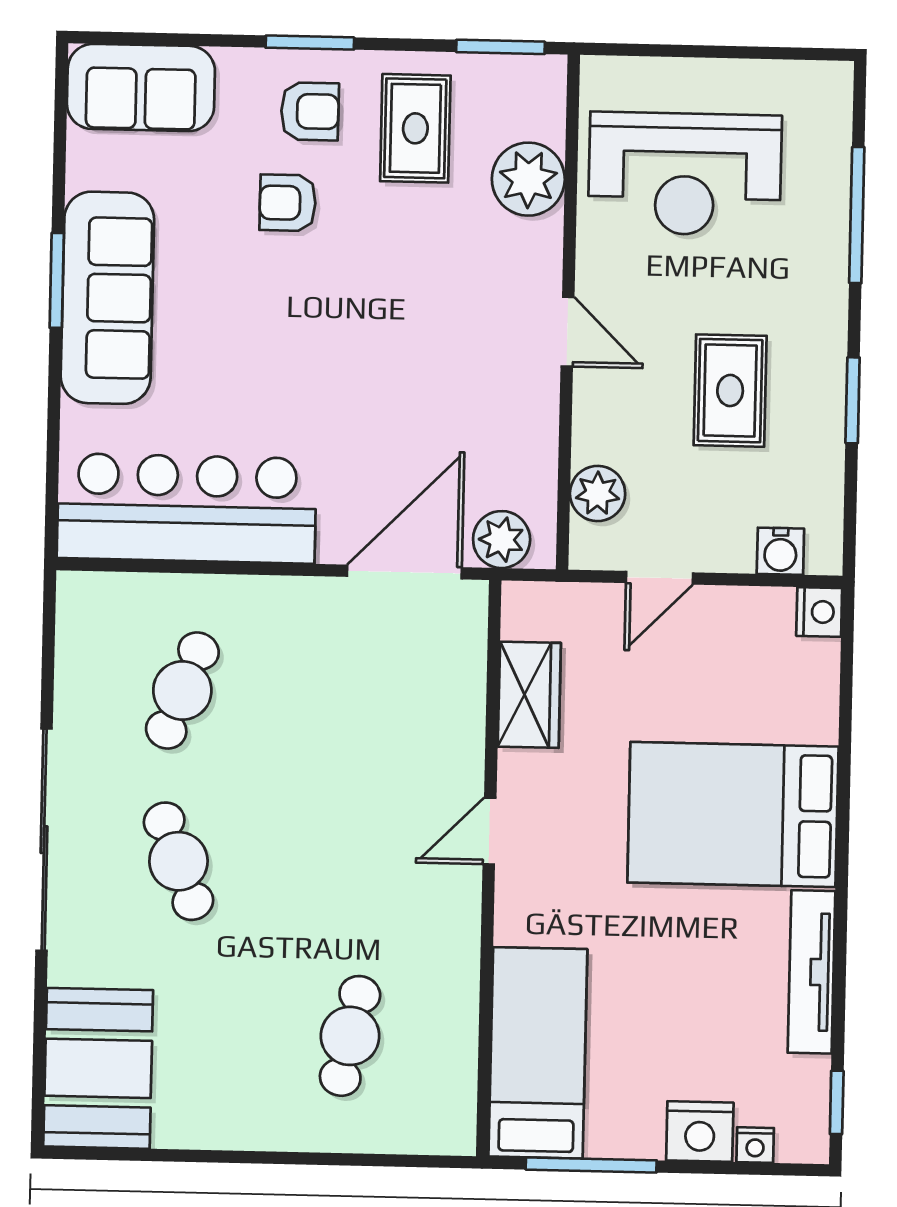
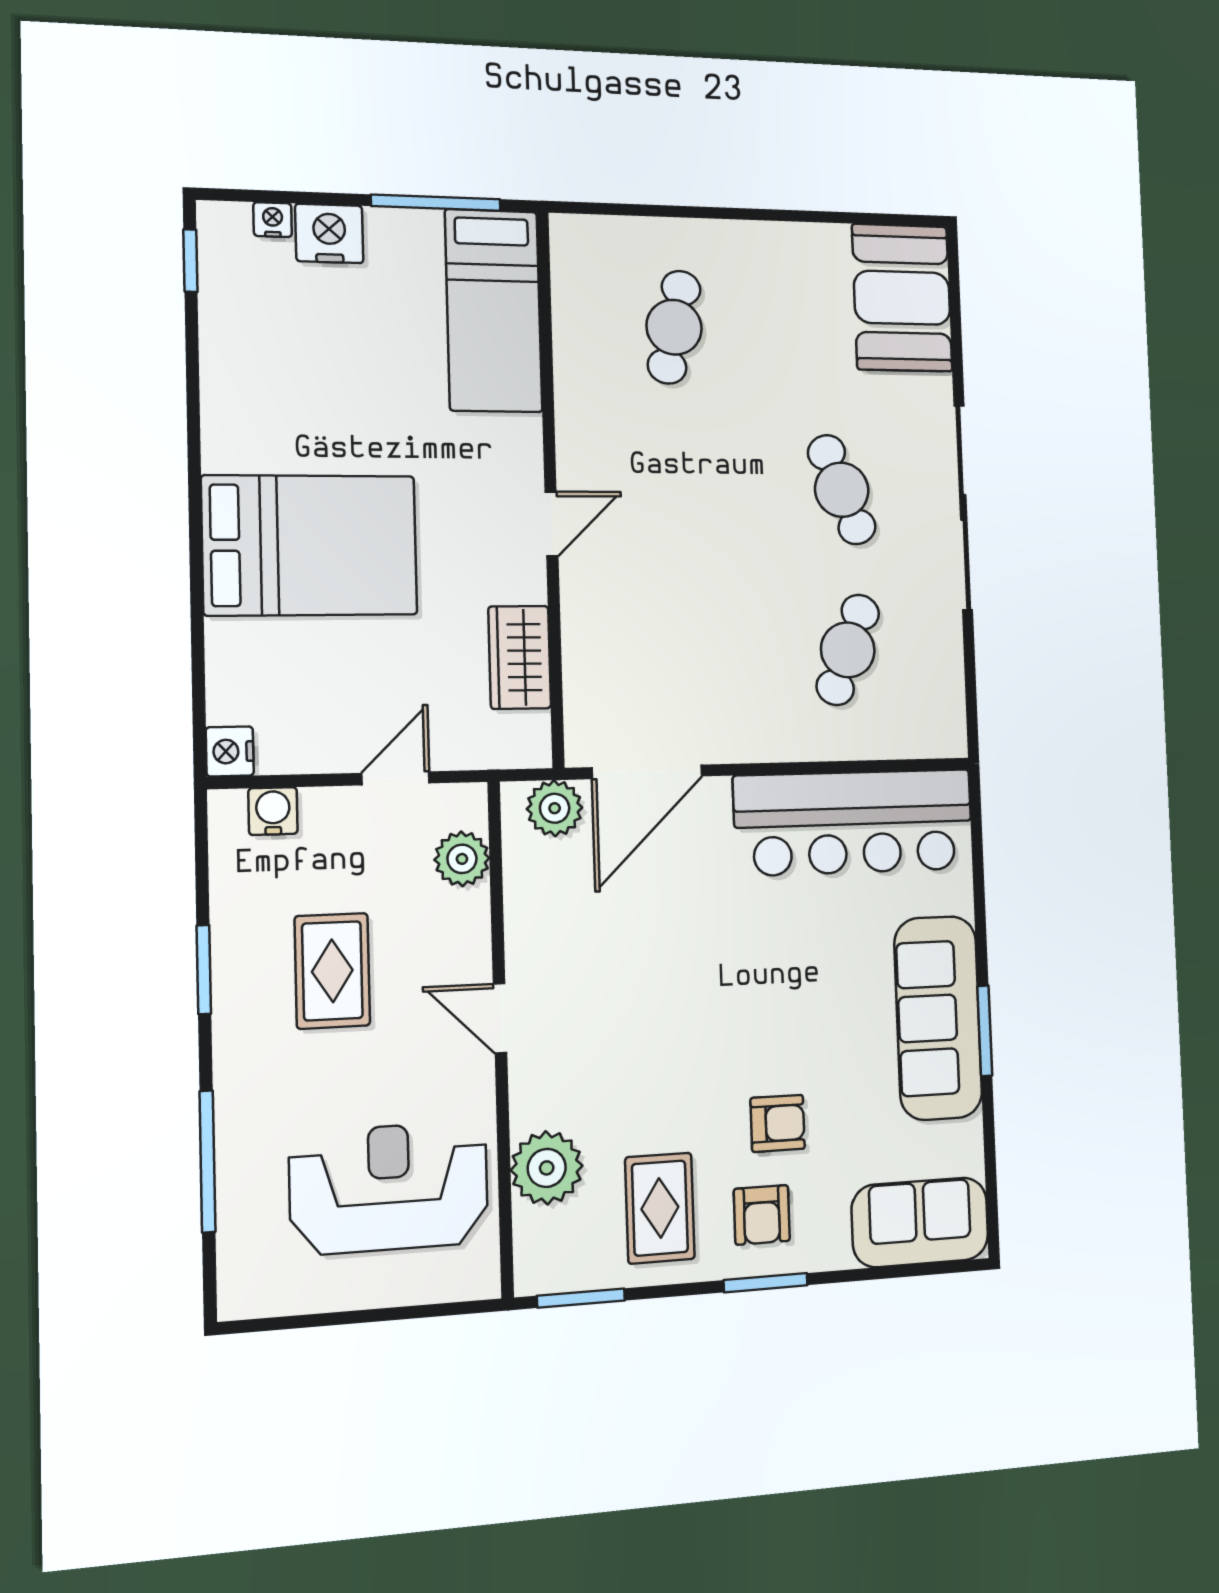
armchair: (310, 111) -> (762, 1215), turned -90
tv unit: (811, 972) -> (222, 390), removed

